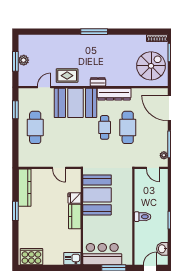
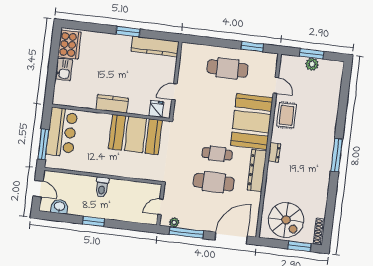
fridge: (75, 198) -> (156, 109), moved
kitchen sink: (72, 259) -> (64, 69), moved

